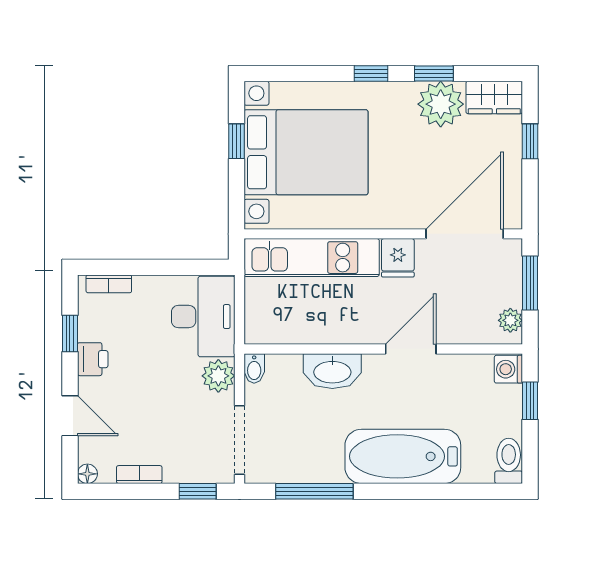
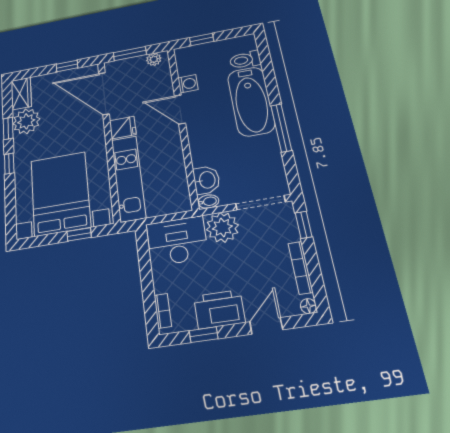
window: (236, 141) -> (79, 234), moved
window: (530, 141) -> (67, 66), moved
printer: (93, 359) -> (219, 309), width x1.87, depth x1.48
washing machine: (508, 369) -> (188, 84), moved, turned -90
washbasin: (332, 371) -> (207, 180), moved, width x0.72
plant: (218, 376) -> (222, 227), width x1.36, depth x1.36
toilet: (509, 461) -> (245, 60), moved
bookcase: (139, 475) -> (300, 268), width x1.56
window: (314, 491) -> (281, 128), moved

